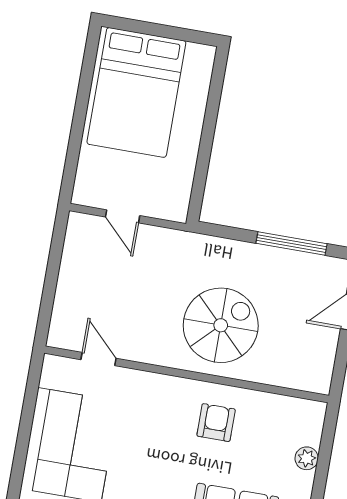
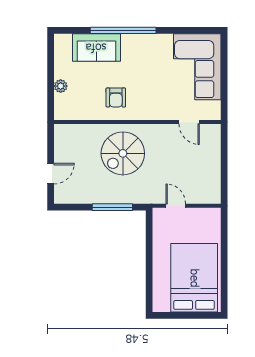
door: (123, 216) -> (176, 206), moved
window: (291, 243) -> (112, 207), moved

